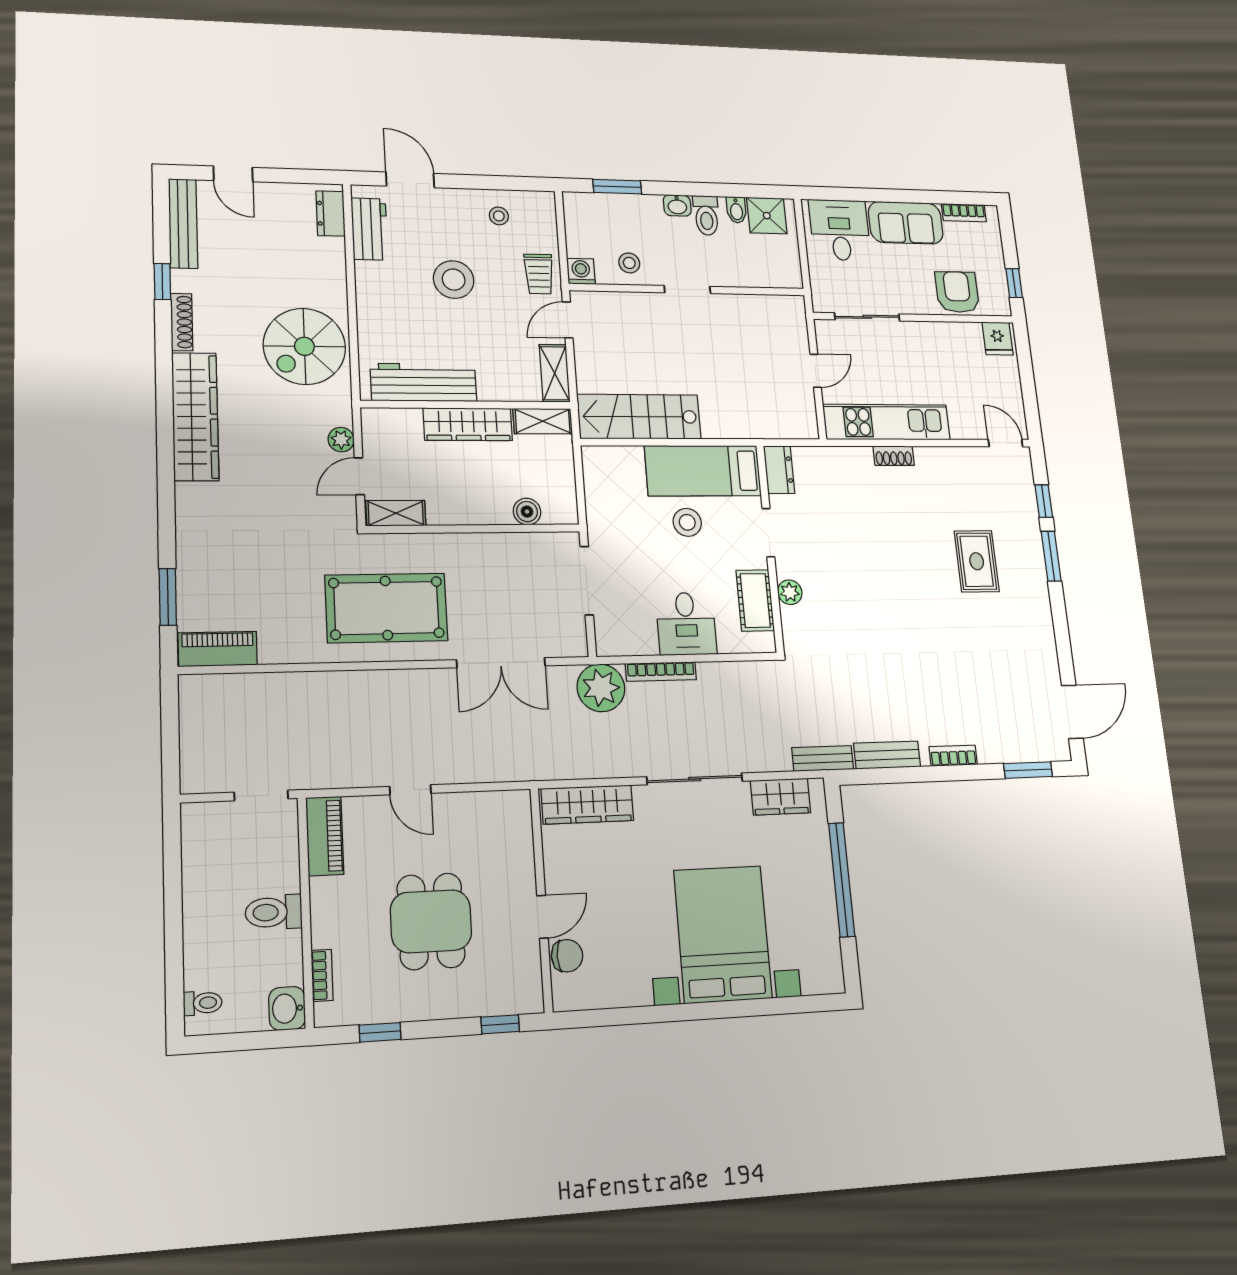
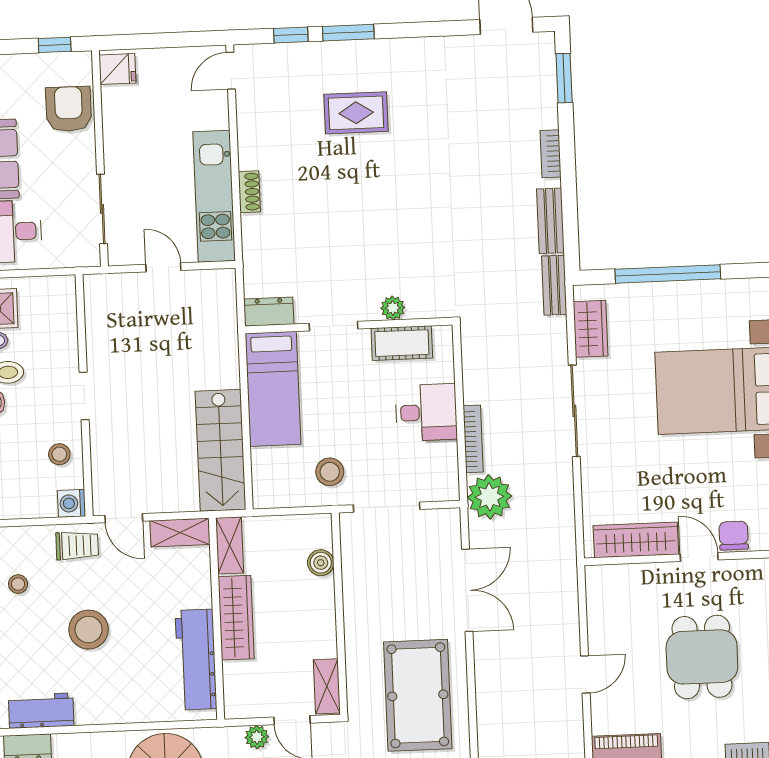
armchair: (957, 292) -> (69, 109), turned 90
stool: (687, 522) -> (330, 472), moved
wardrobe: (587, 805) -> (636, 540), moved, turned -90
dining table: (431, 921) -> (702, 657), turned 90

